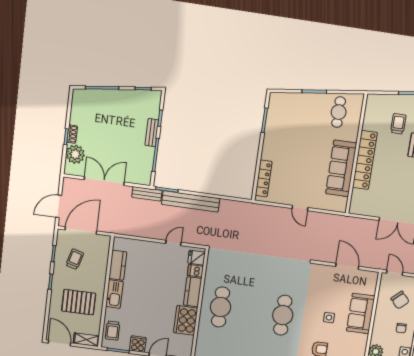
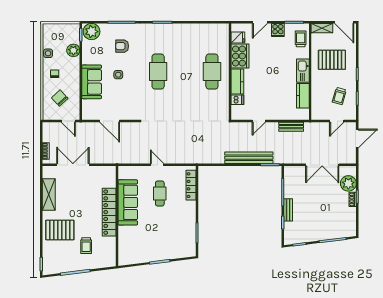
cafe table: (339, 112) -> (160, 194), moved
bench: (147, 194) -> (291, 127), moved
door: (81, 230) -> (337, 121), width x0.53
fridge: (196, 258) -> (238, 37), moved

